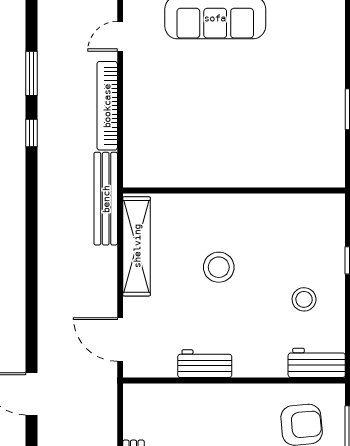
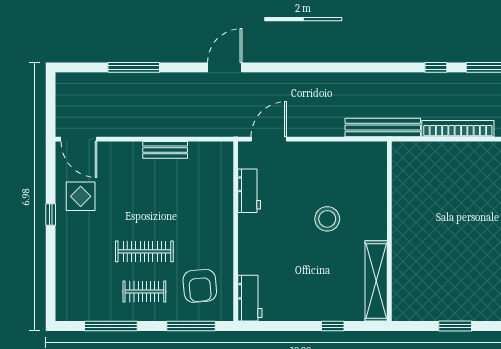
shelving: (137, 246) -> (376, 281), moved, turned 90
stool: (304, 299) -> (301, 288), removed
workbench: (205, 364) -> (249, 191), moved

